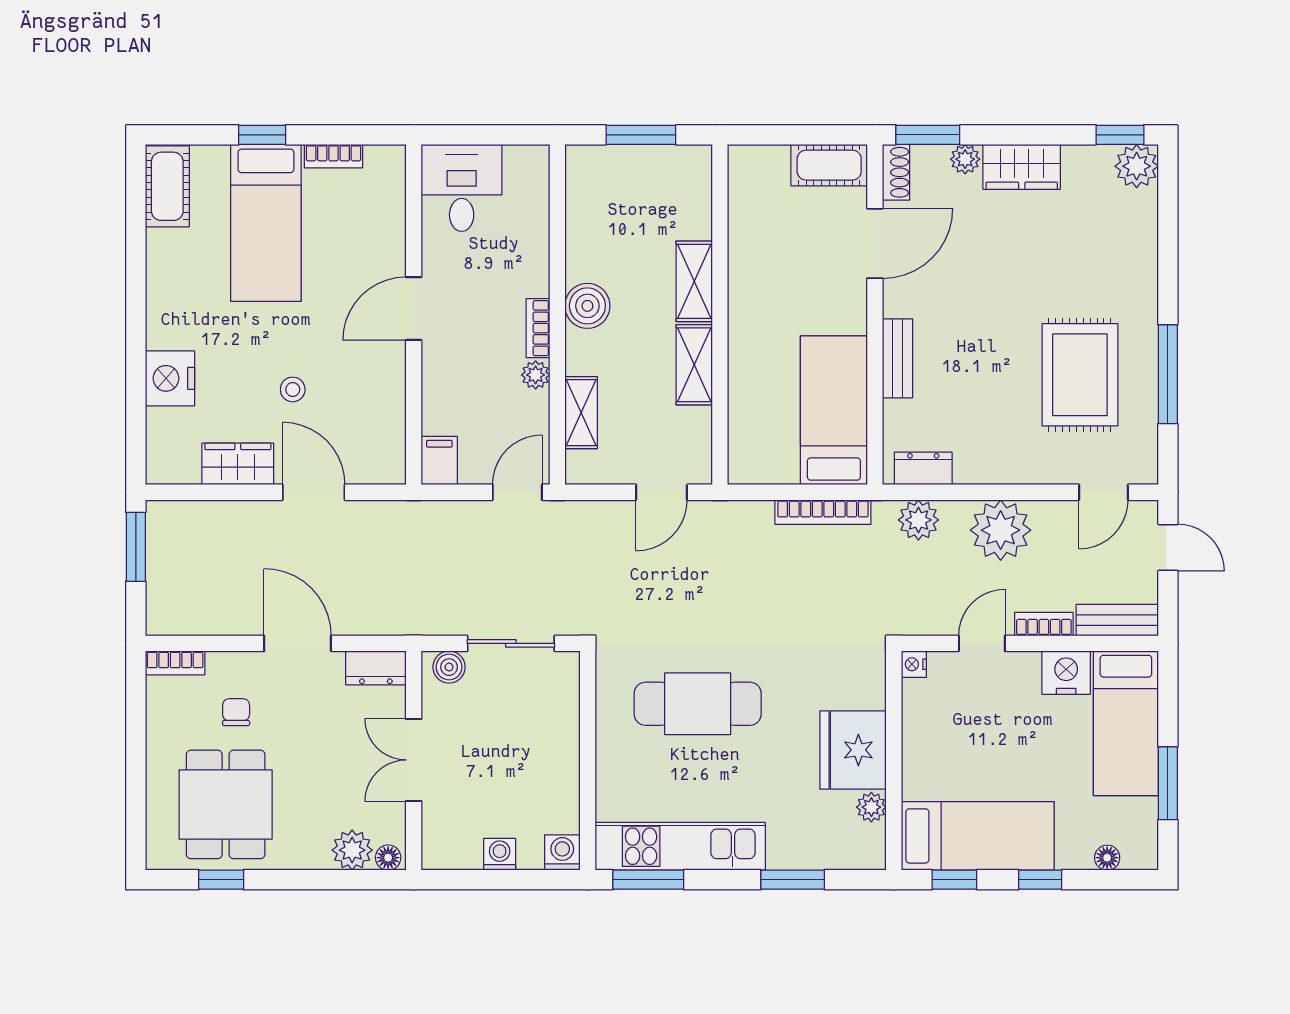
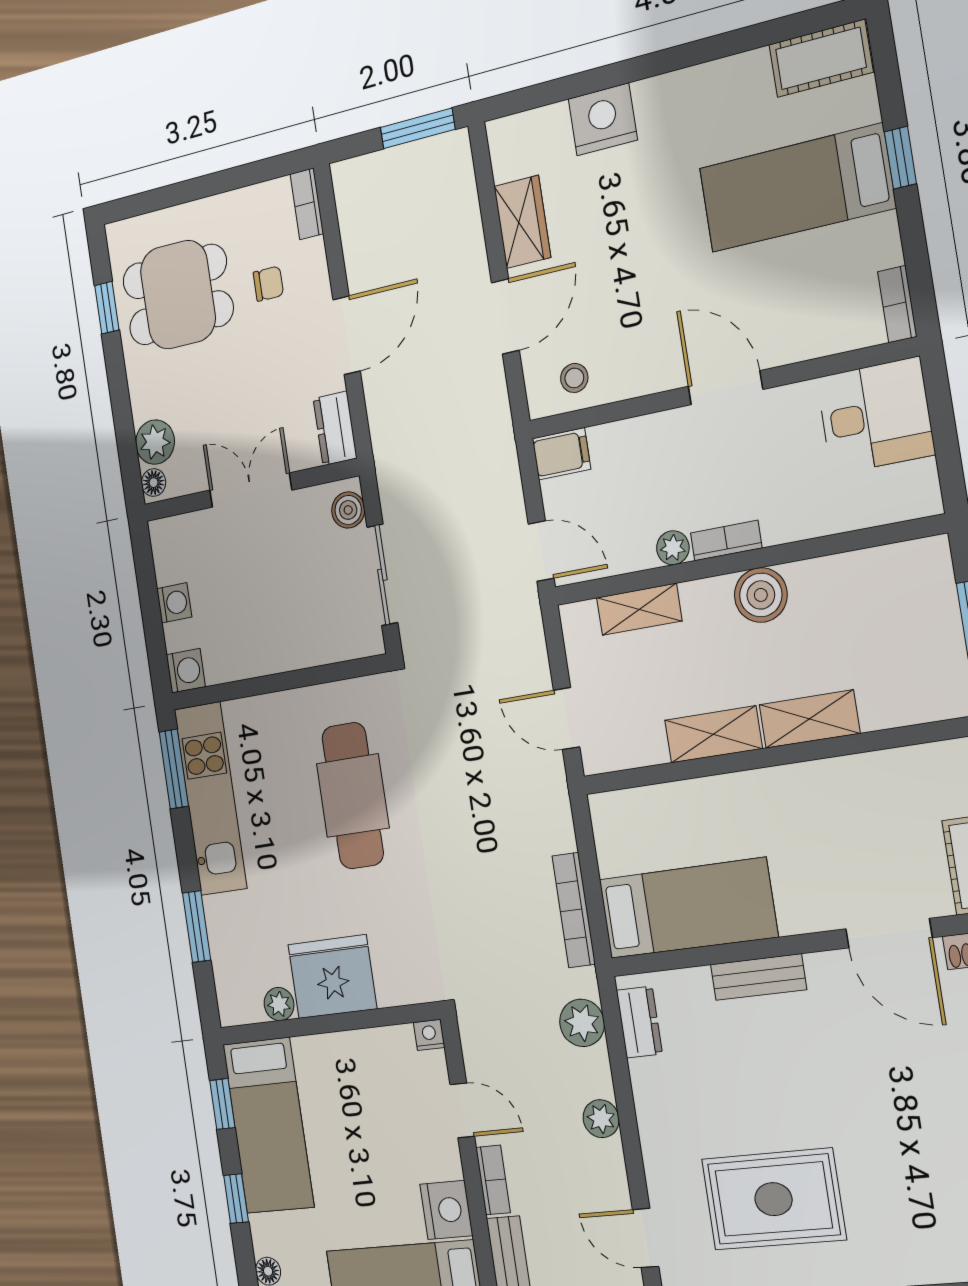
bookcase: (333, 156) -> (897, 304), moved
stool: (293, 389) -> (574, 378), moved
plant: (1001, 530) -> (601, 1119), width x0.53, depth x0.53

